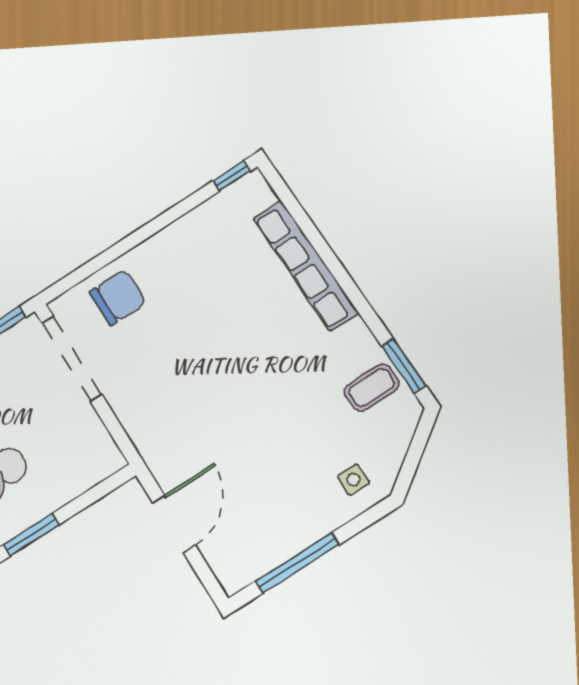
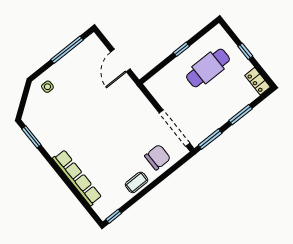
chair: (118, 297) -> (158, 157), turned 180
coffee table: (372, 388) -> (137, 182), moved
window: (32, 535) -> (181, 49), width x0.67

